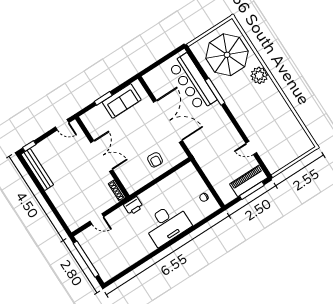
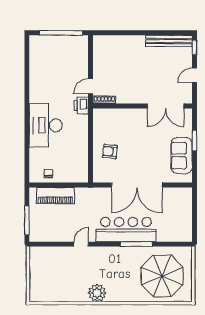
plant: (259, 75) -> (97, 293), moved
bar counter: (193, 82) -> (126, 230), moved
door: (62, 125) -> (194, 75), moved
door: (251, 148) -> (81, 244), moved
double door: (102, 156) -> (165, 106), moved
piano: (249, 181) -> (55, 196), moved, turned 90
door: (97, 219) -> (91, 86), moved

